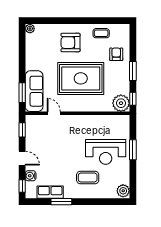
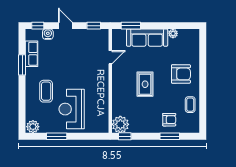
plant: (30, 29) -> (173, 33), moved
armchair: (70, 43) -> (181, 74), turned 90
window: (133, 71) -> (170, 136), moved
rug: (81, 78) -> (145, 84), width x0.54, depth x0.49
sofa: (34, 91) -> (147, 38), moved
window: (133, 150) -> (57, 136), moved
door: (22, 158) -> (65, 26), swing flipped

